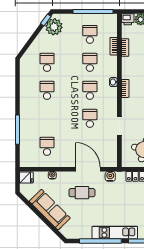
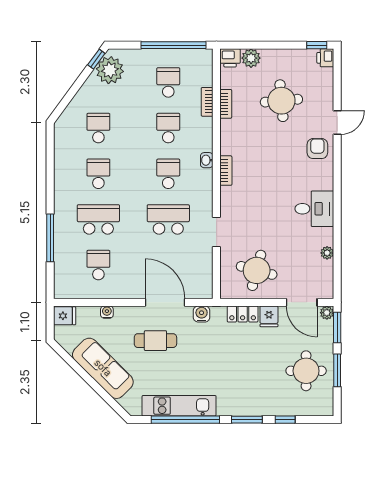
school desk: (47, 118) -> (98, 219), added
school desk: (90, 118) -> (168, 219), width x1.85
kitchen unit: (115, 233) -> (179, 406), moved

